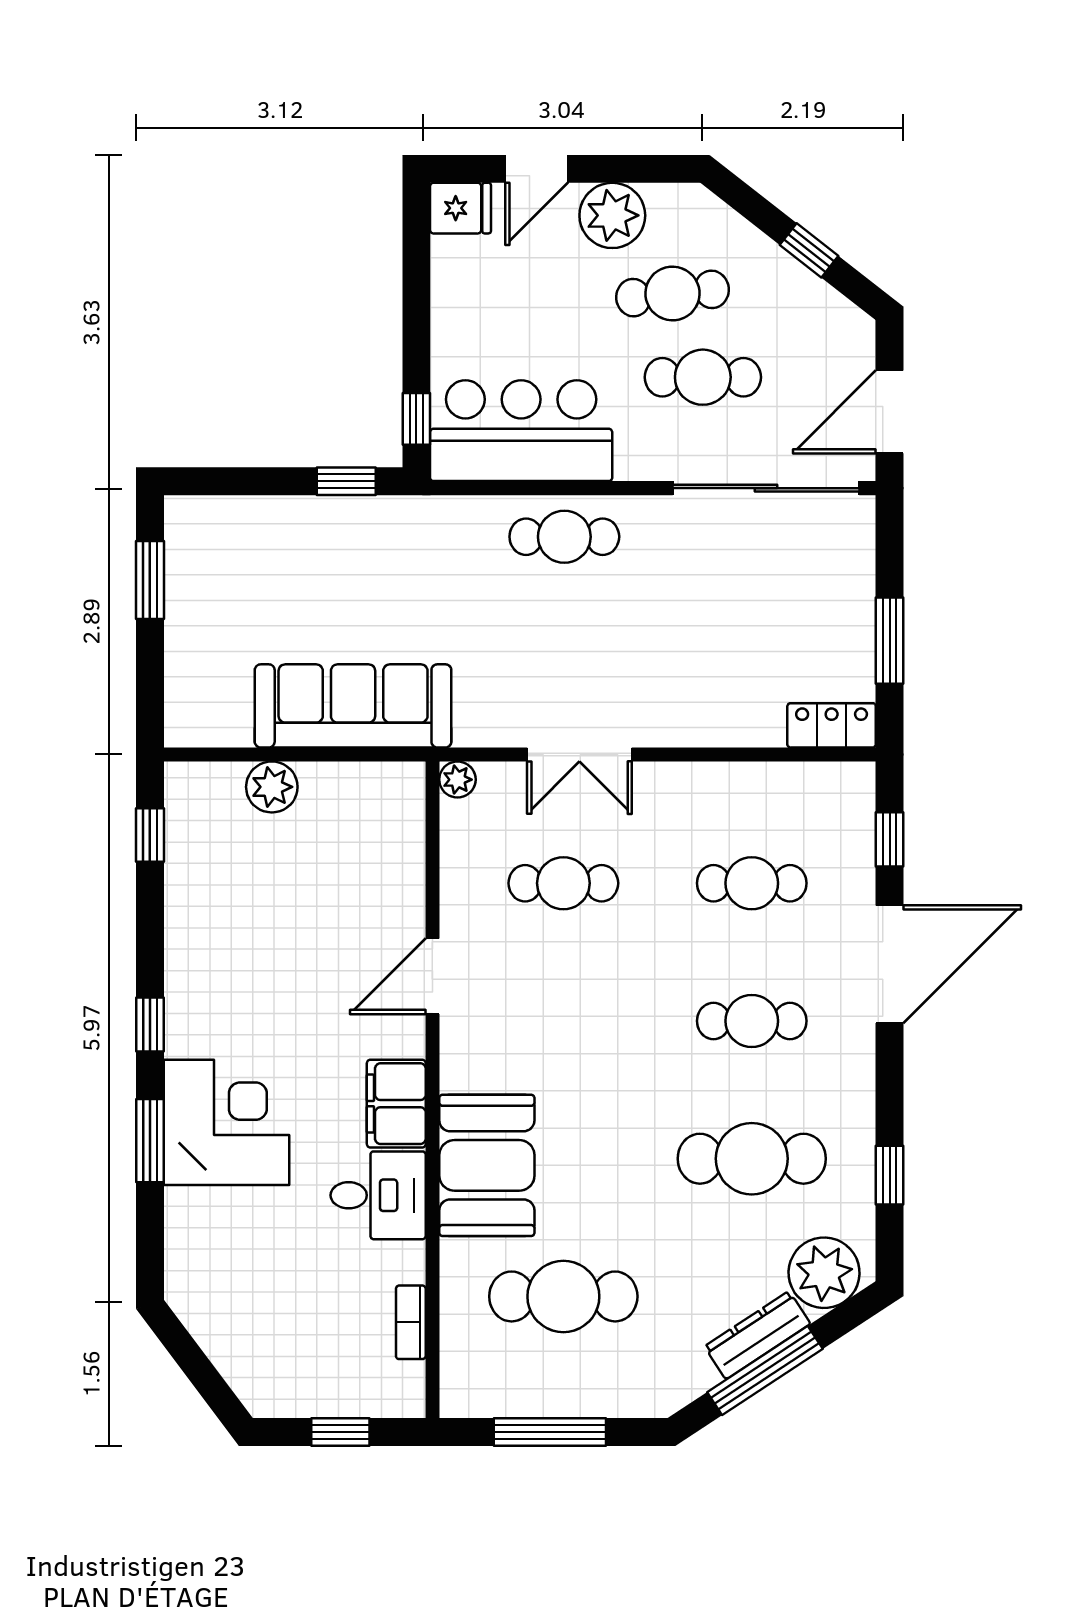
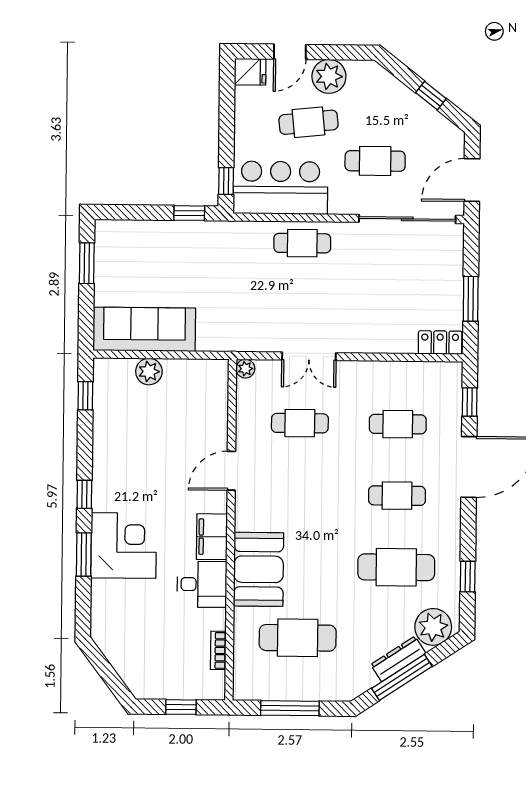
cafe table: (673, 294) -> (308, 122), moved
sofa: (353, 706) -> (144, 329), moved

